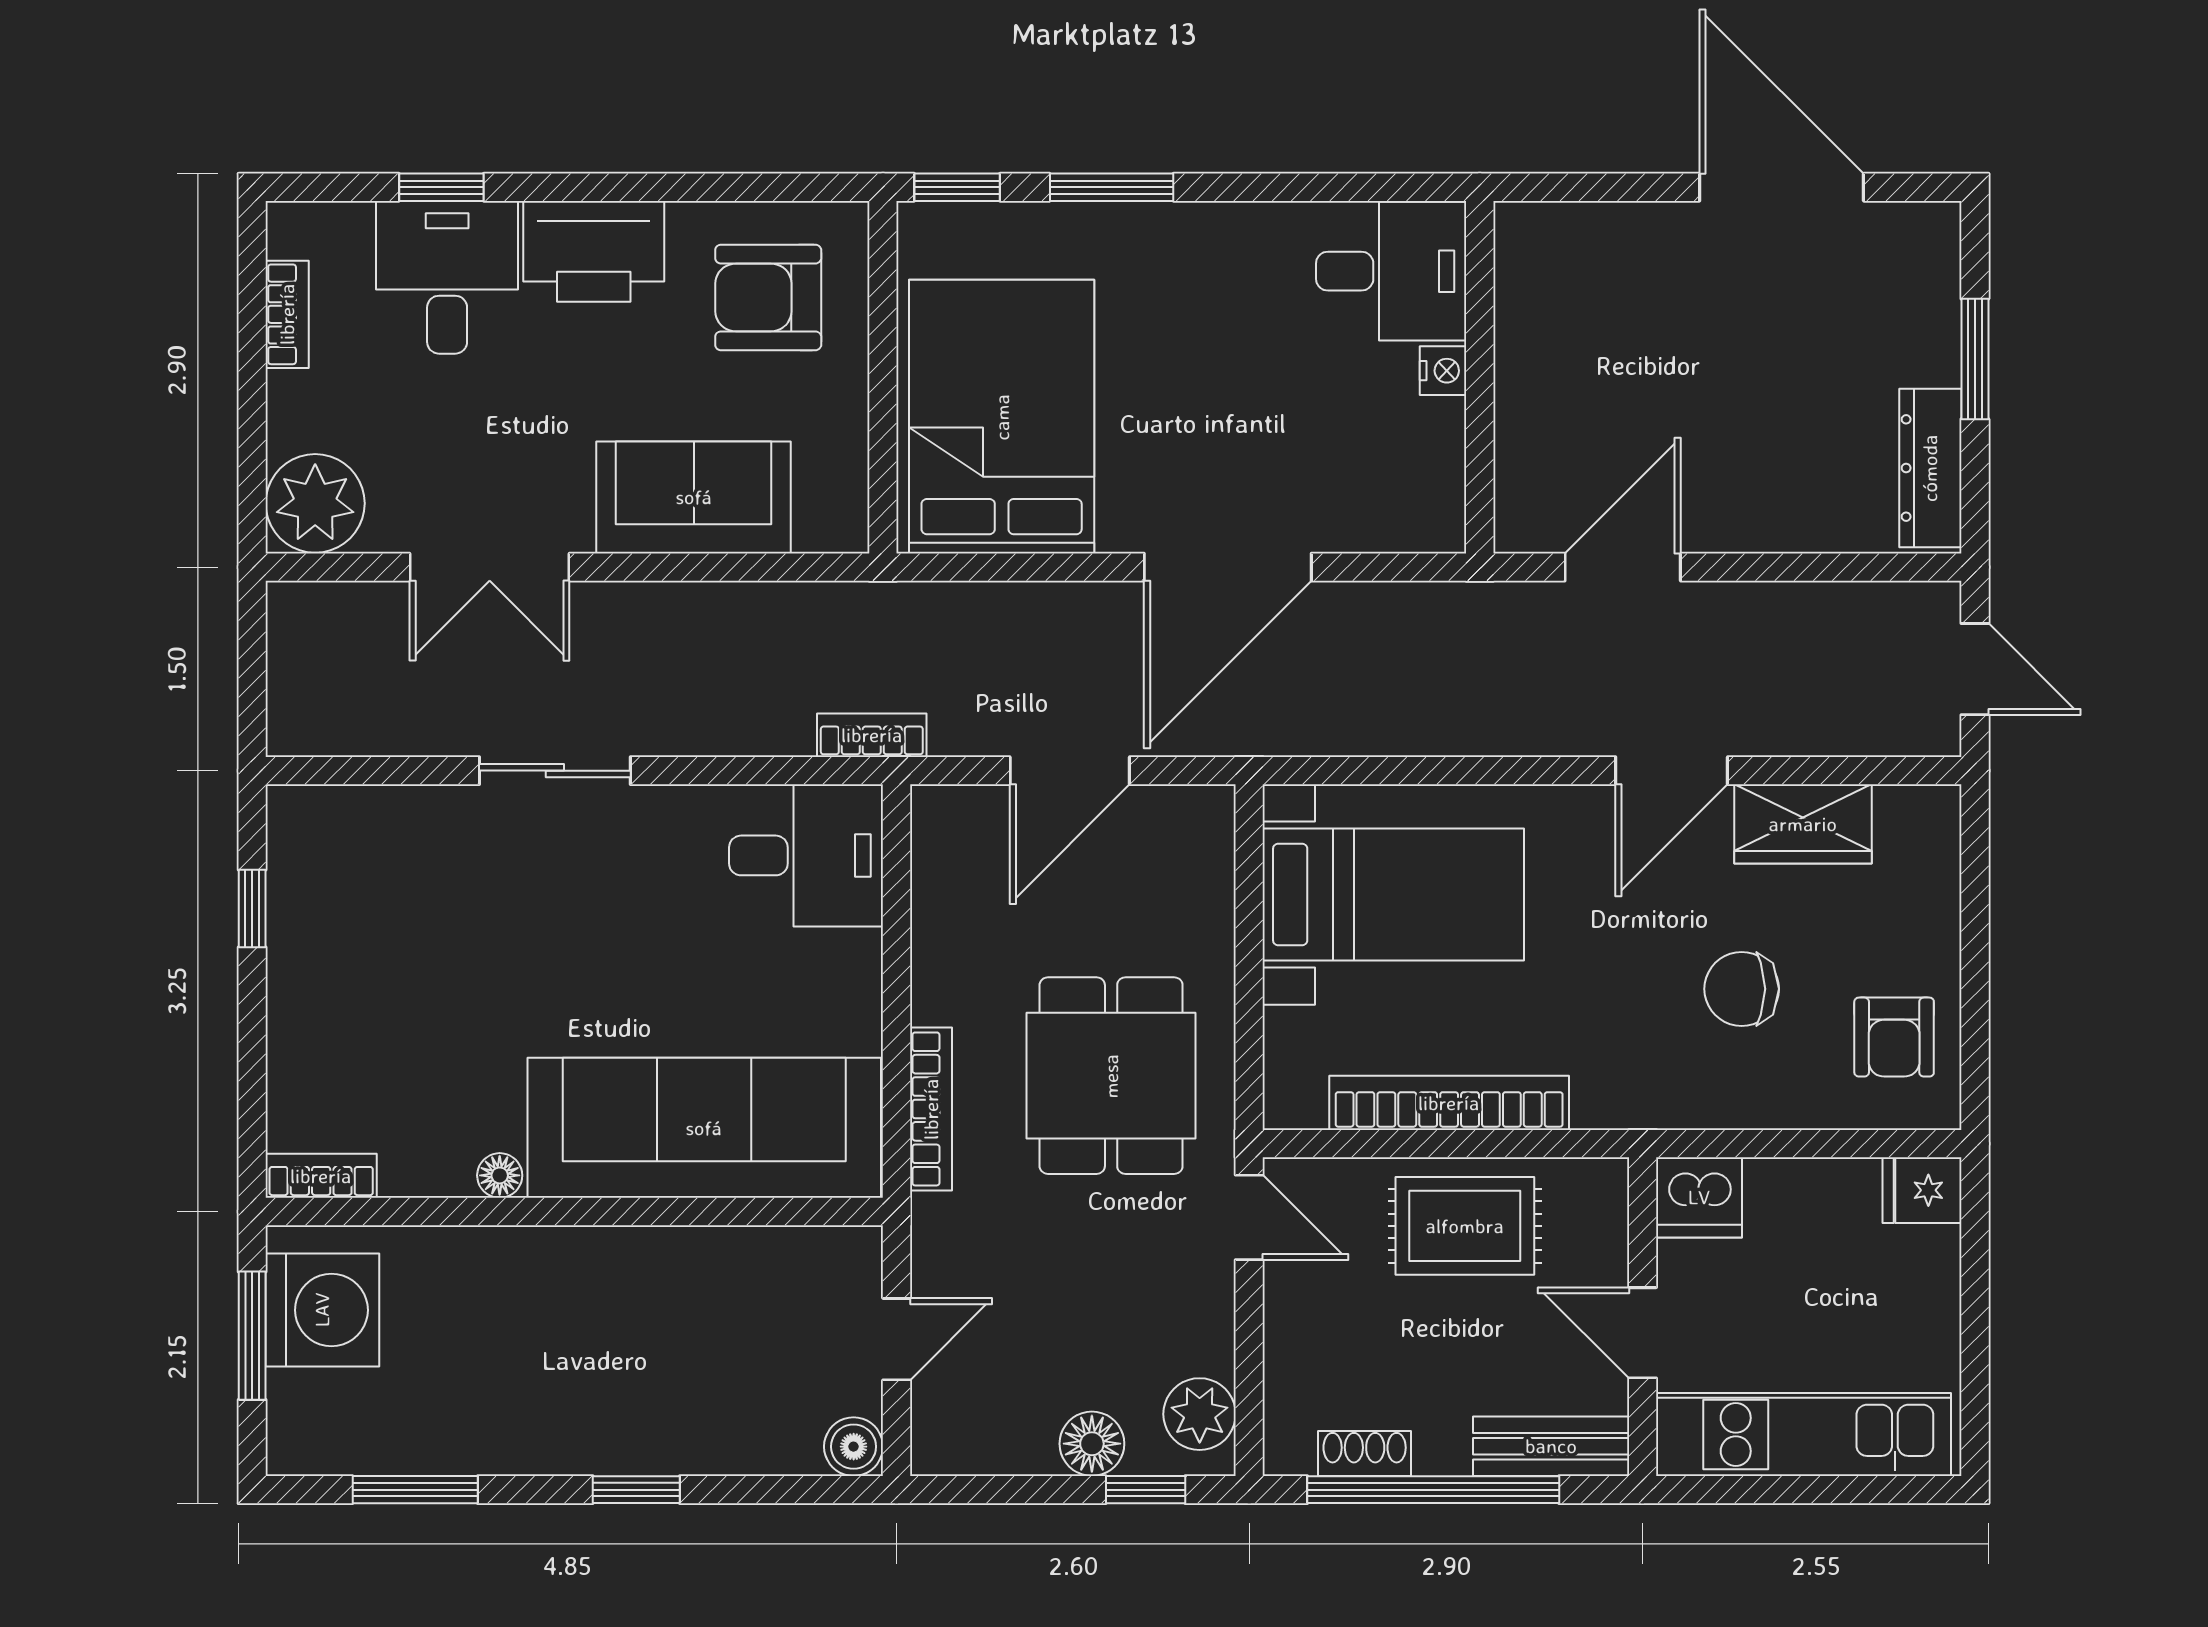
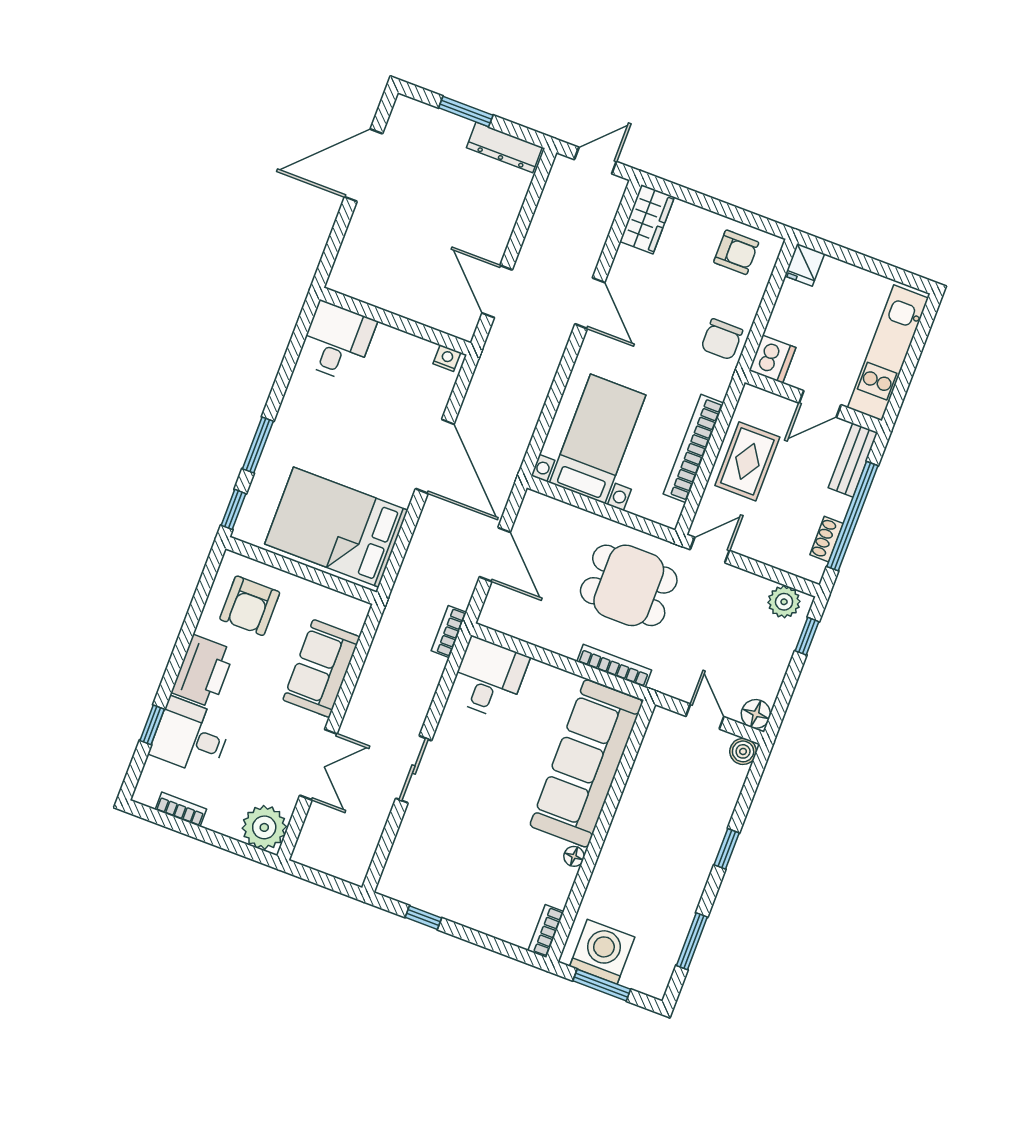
nightstand: (1443, 371) -> (447, 358), moved
wardrobe: (1803, 824) -> (647, 219), moved
chair: (1742, 989) -> (722, 339), moved
floor lamp: (1092, 1444) -> (756, 714), moved

